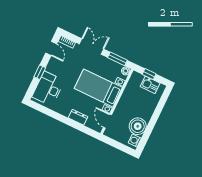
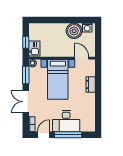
window: (40, 72) -> (68, 135), width x2.17
kitchen sink: (150, 85) -> (34, 49), moved
desk: (48, 89) -> (66, 121), moved
door: (108, 121) -> (82, 58), swing flipped

